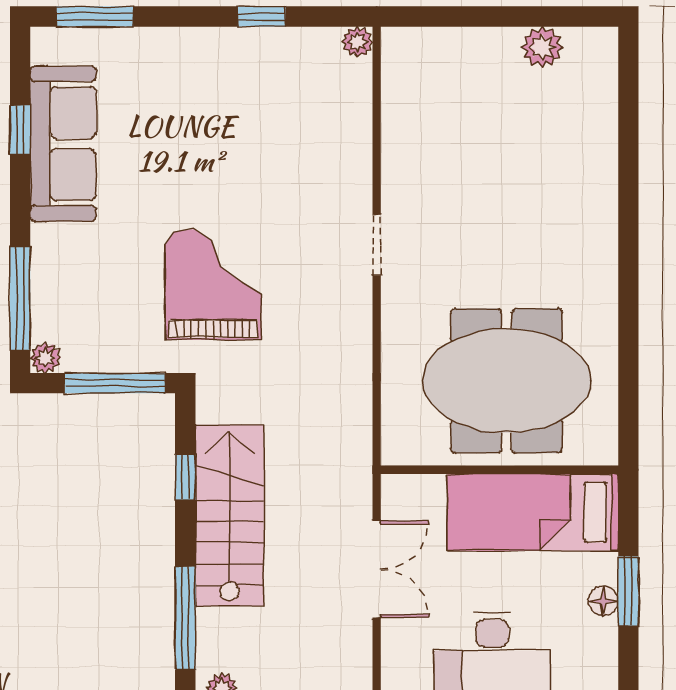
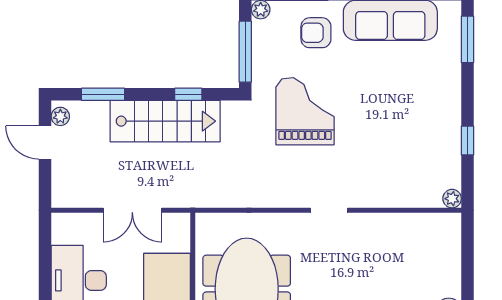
armchair: (84, 266) -> (316, 33), added
grand piano: (213, 284) -> (305, 111), turned -90
window: (185, 618) -> (103, 94), width x0.69

